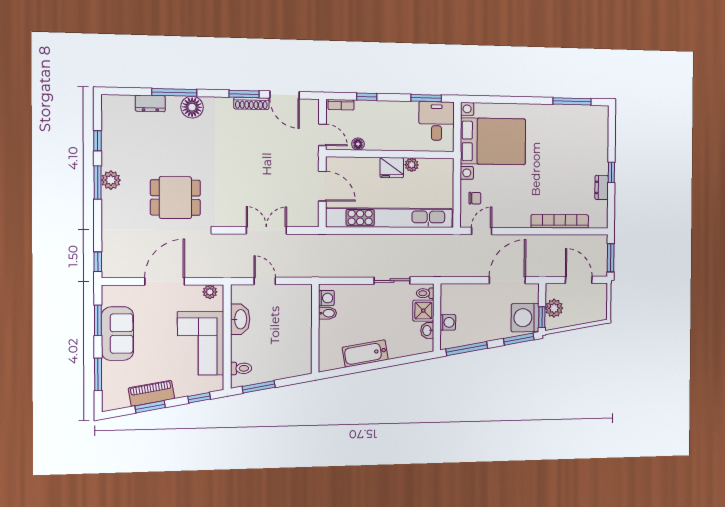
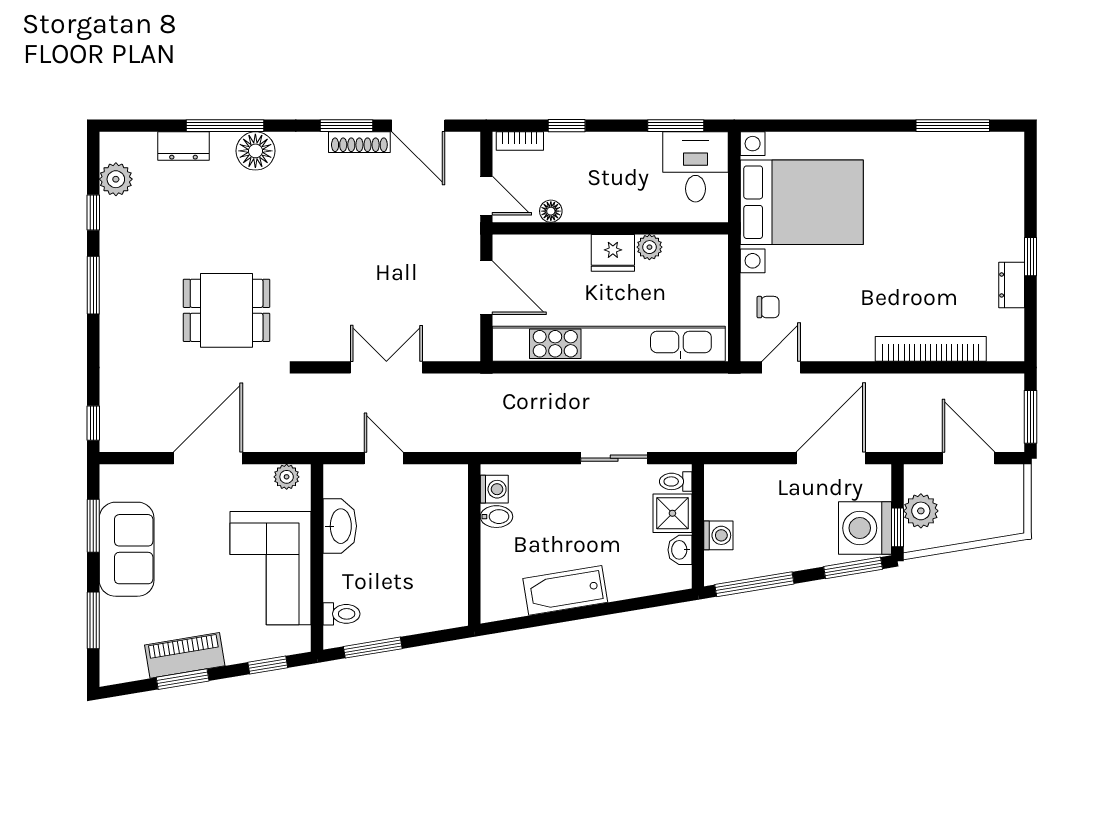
plant: (111, 180) -> (116, 179), moved

